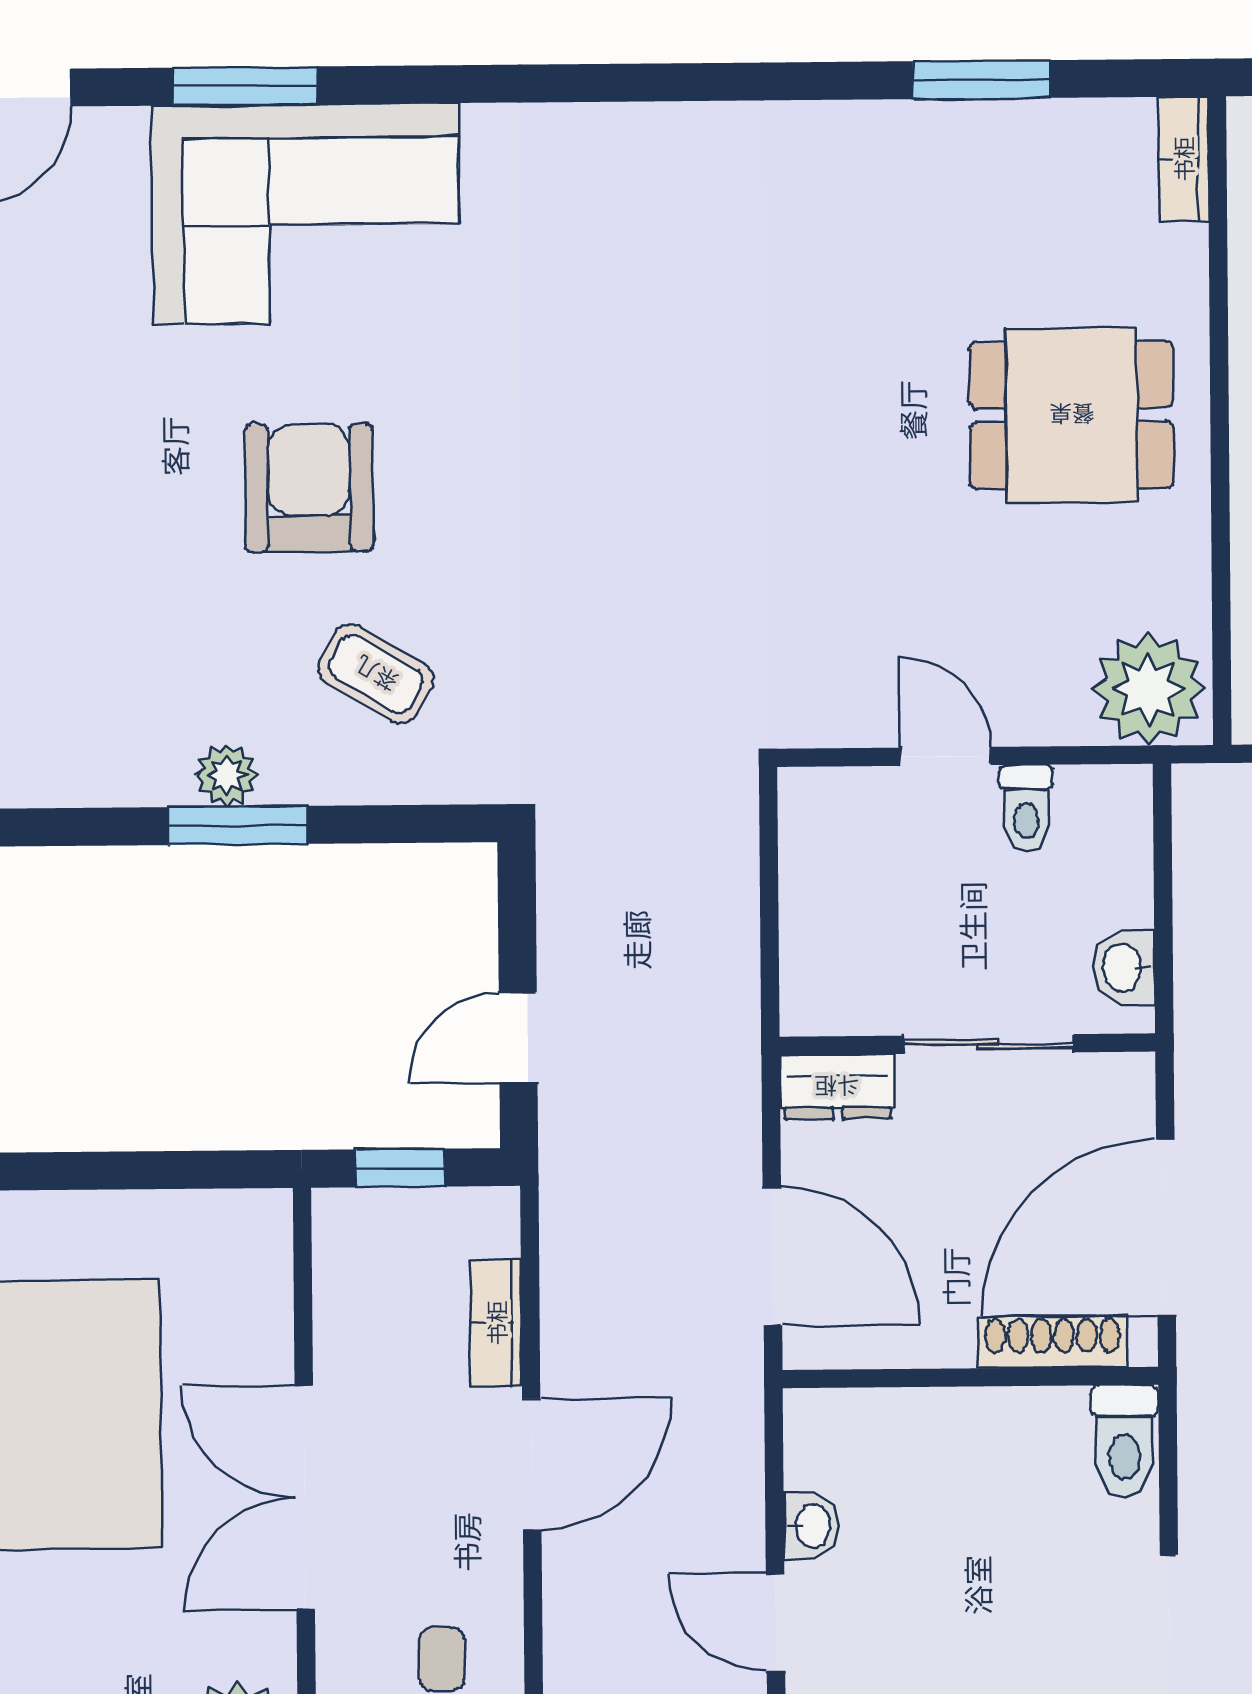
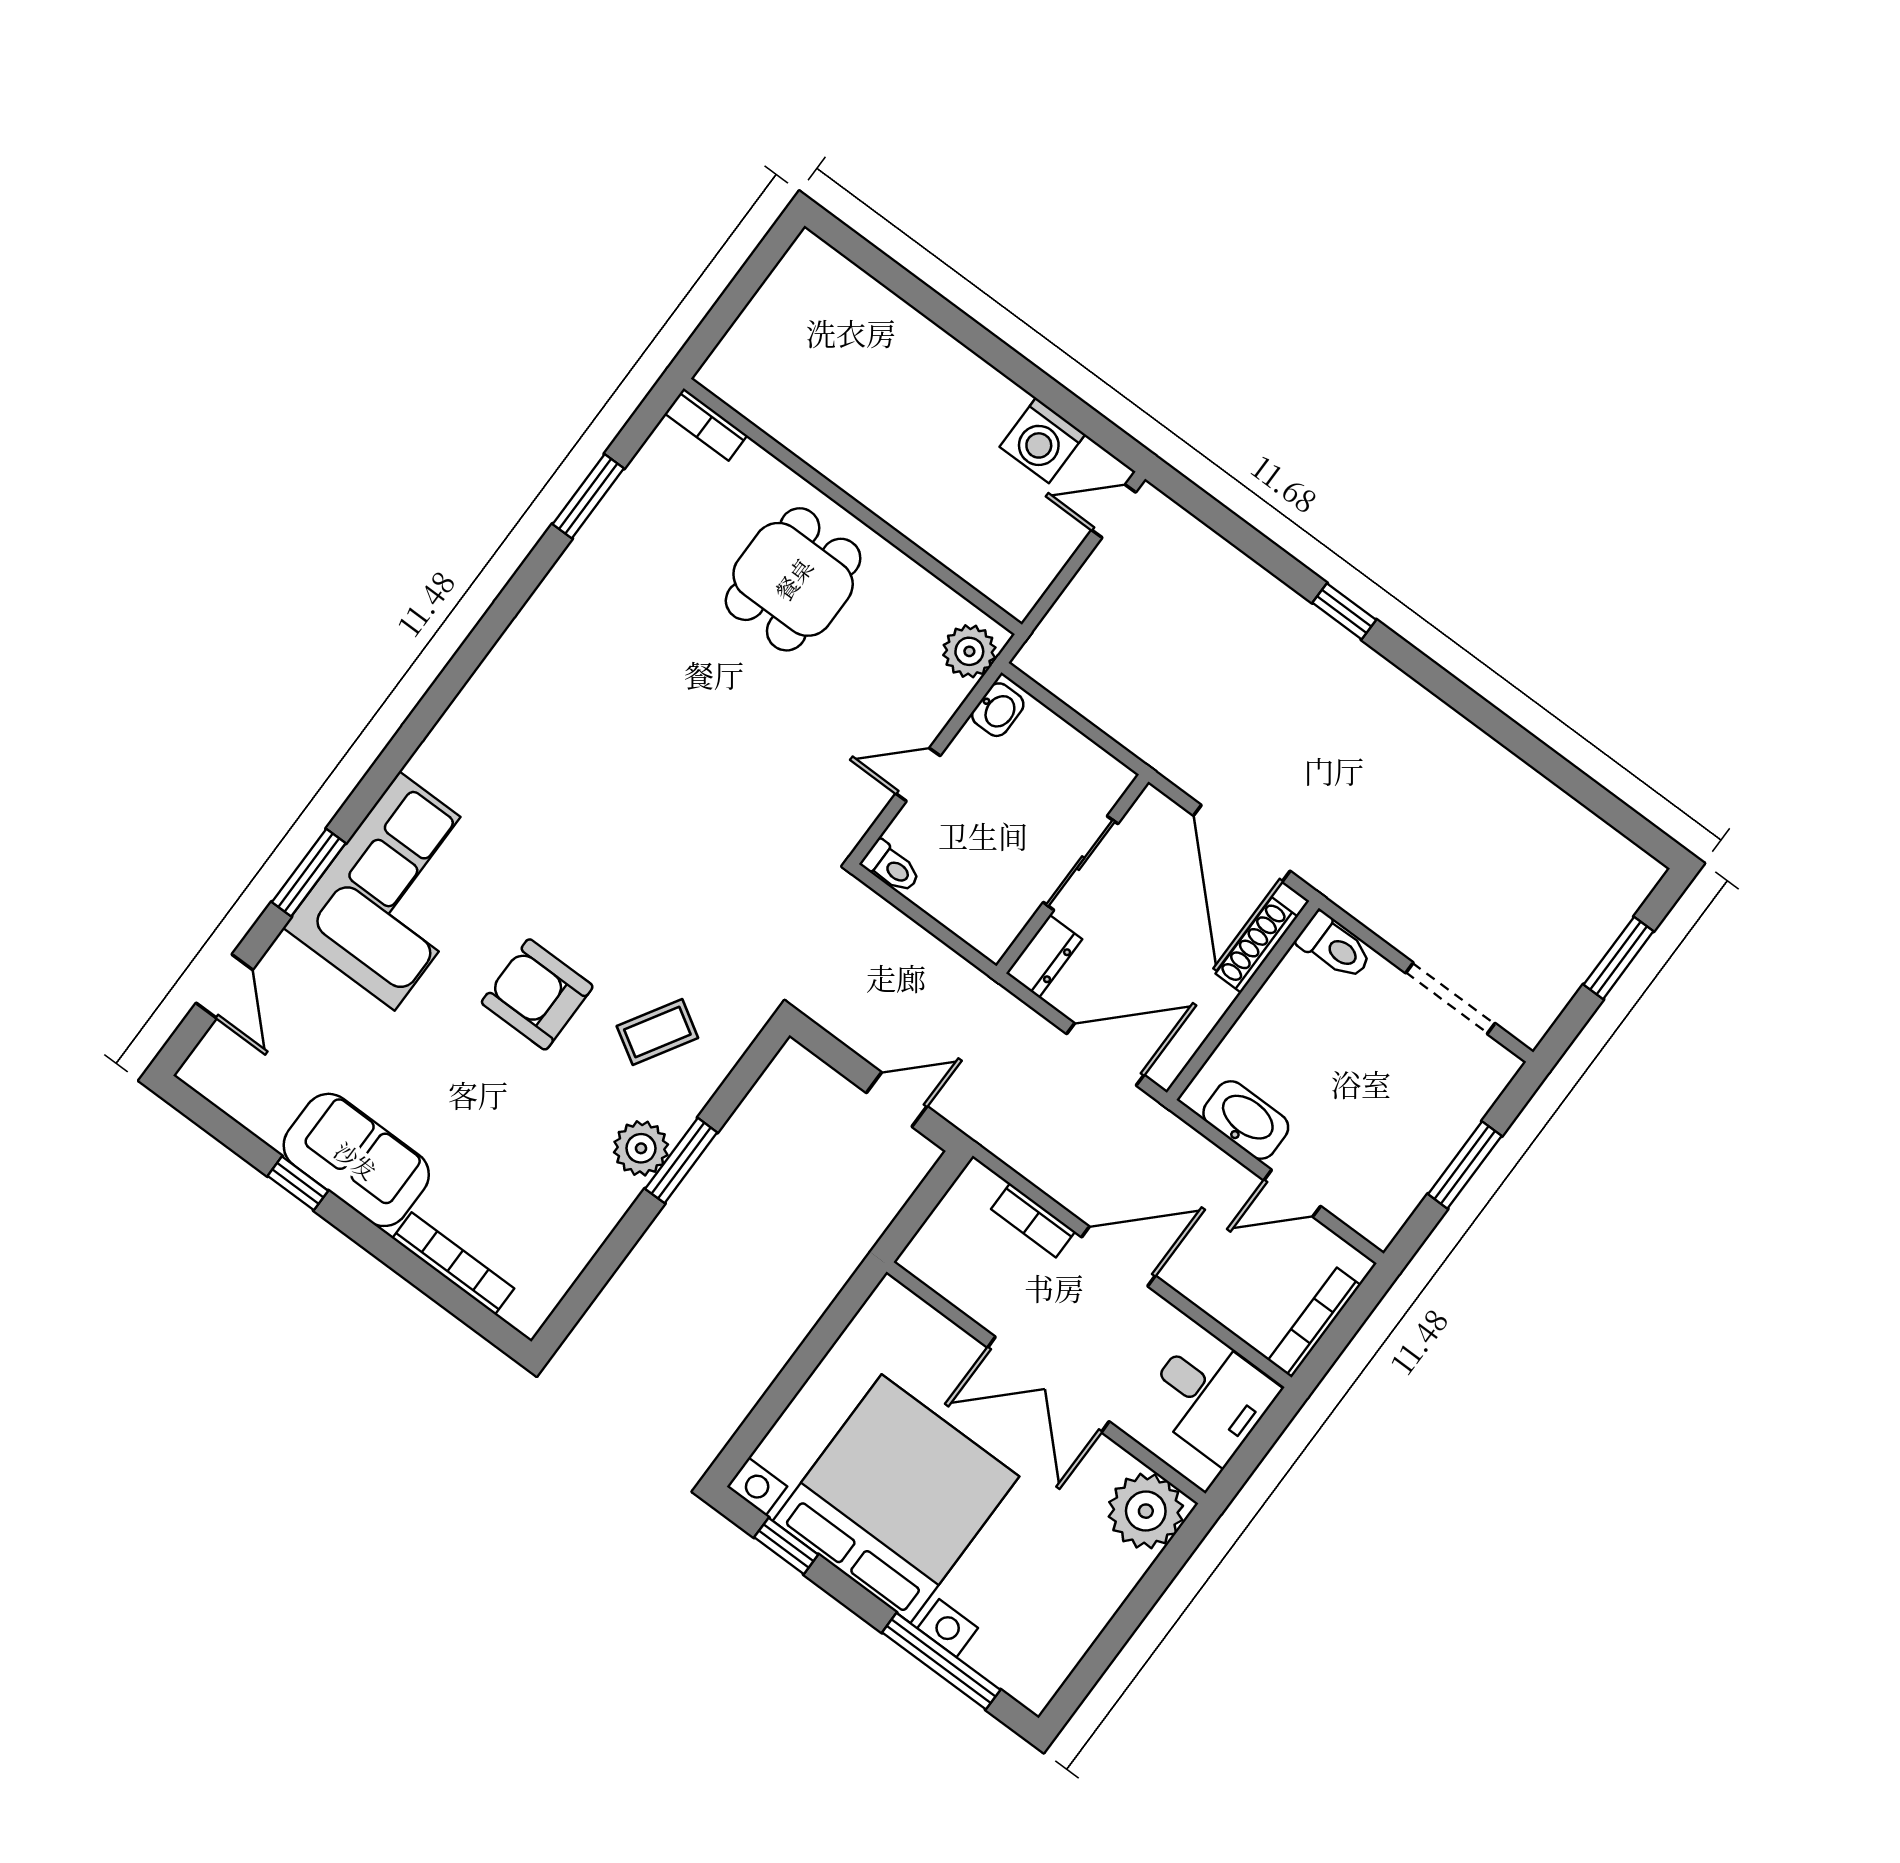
plant: (1148, 689) -> (969, 651), width x0.73, depth x0.73
plant: (227, 775) -> (641, 1148), width x1.38, depth x1.38
toilet: (1026, 809) -> (891, 867), moved
washbasin: (1124, 968) -> (998, 710), moved, turned -90
door: (518, 1038) -> (897, 1100), swing flipped
window: (400, 1168) -> (918, 1210), removed
door: (532, 1464) -> (1119, 1256), hinge flipped
washbasin: (811, 1526) -> (1246, 1120), width x1.91, depth x1.45

